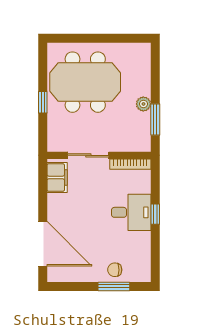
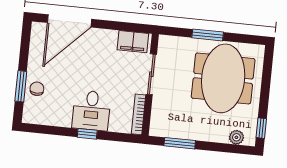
window: (132, 38) -> (261, 128), added
window: (43, 102) -> (208, 35), width x1.50
plant: (143, 104) -> (236, 137), moved

